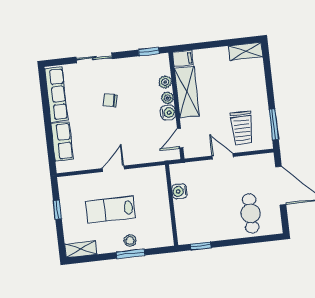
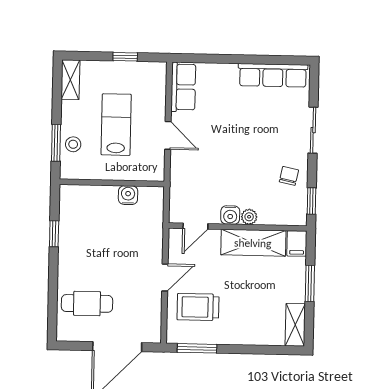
window: (212, 44) -> (310, 283), added
plant: (165, 82) -> (270, 217), removed
chair: (110, 100) -> (289, 176), moved
door: (180, 138) -> (195, 226), swing flipped
row of seats: (62, 141) -> (183, 87), moved, turned -90
water cooler: (179, 191) -> (128, 195), moved
wall: (172, 205) -> (112, 183), moved

